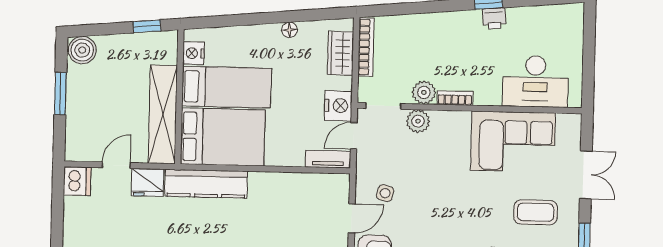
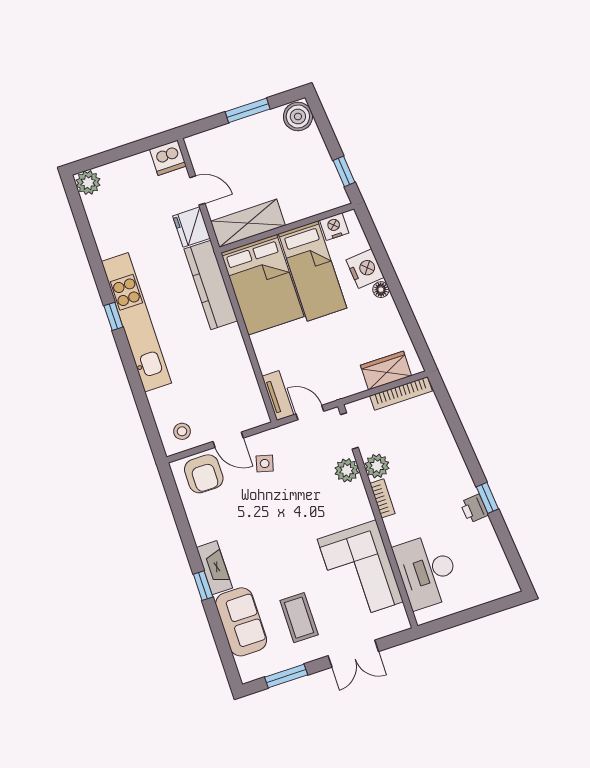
floor lamp: (289, 30) -> (381, 290), moved
nightstand: (338, 106) -> (365, 269), moved, turned -95
shelving: (163, 114) -> (248, 223), width x0.68

